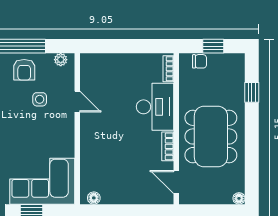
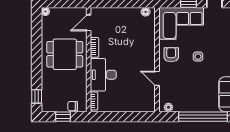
armchair: (24, 70) -> (171, 55), moved
window: (252, 92) -> (37, 96), moved
side table: (40, 99) -> (198, 57), moved
dining table: (211, 136) -> (65, 54), width x0.73
door: (176, 182) -> (89, 23), swing flipped

